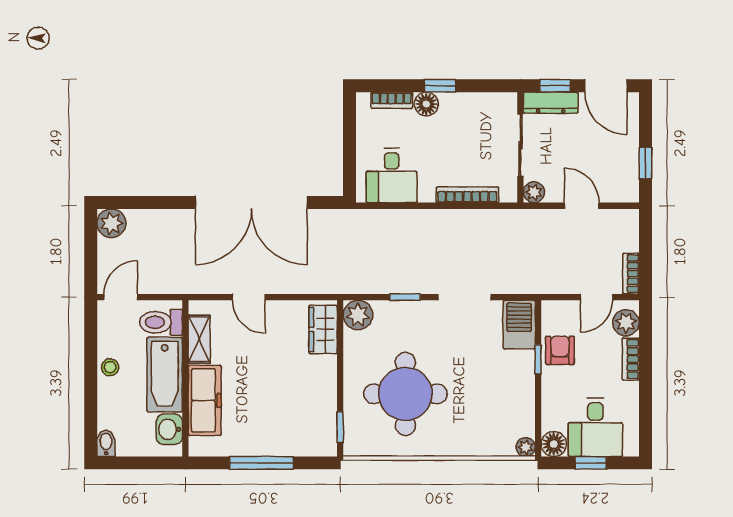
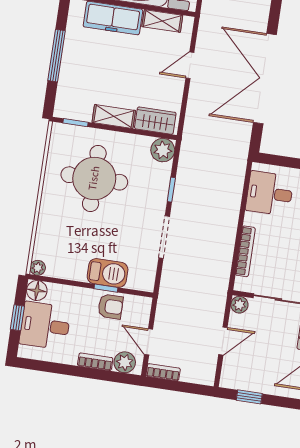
barbecue: (519, 325) -> (108, 273), moved
shelving: (326, 381) -> (114, 116), added

